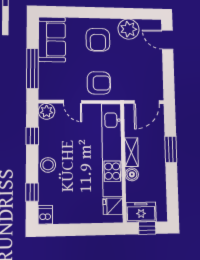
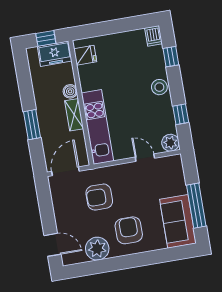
window: (32, 69) -> (196, 206), moved
armchair: (99, 83) -> (99, 197), moved
kitchen unit: (112, 150) -> (97, 127), width x0.73

